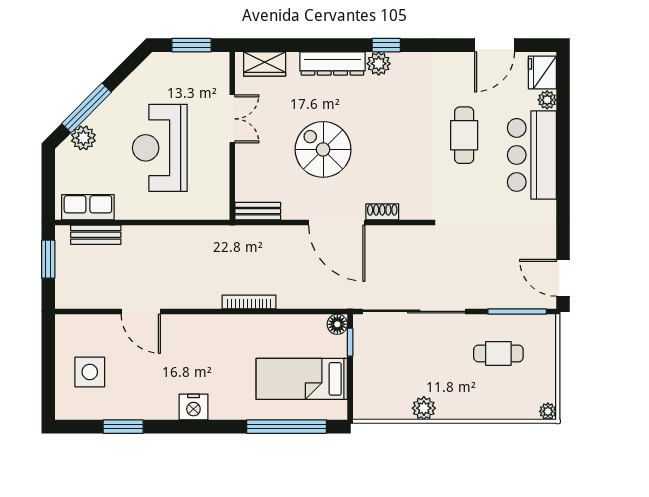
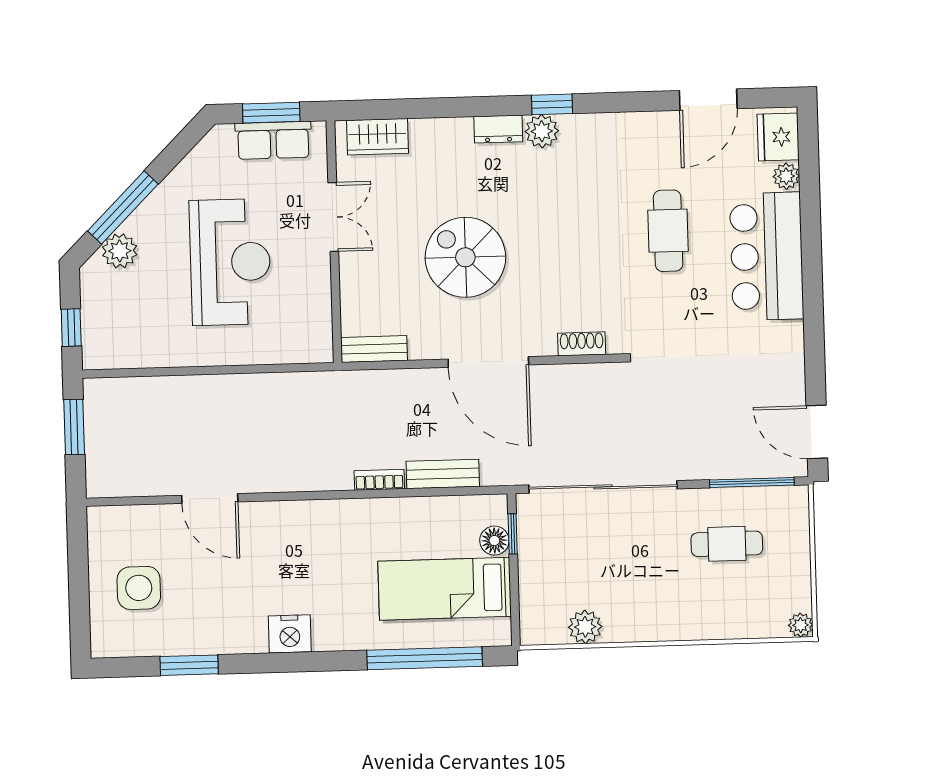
dresser: (332, 63) -> (498, 129), width x0.51, depth x0.80
reception desk: (160, 148) -> (230, 262), turned 180
window: (48, 190) -> (71, 328), added
row of seats: (88, 207) -> (273, 140), moved, turned 180
shoe rack: (382, 212) -> (582, 344), moved
bench: (96, 235) -> (443, 474), moved
bookcase: (249, 302) -> (379, 480), width x0.64
floor lamp: (337, 324) -> (494, 541), moved
plant: (424, 408) -> (585, 627), moved

